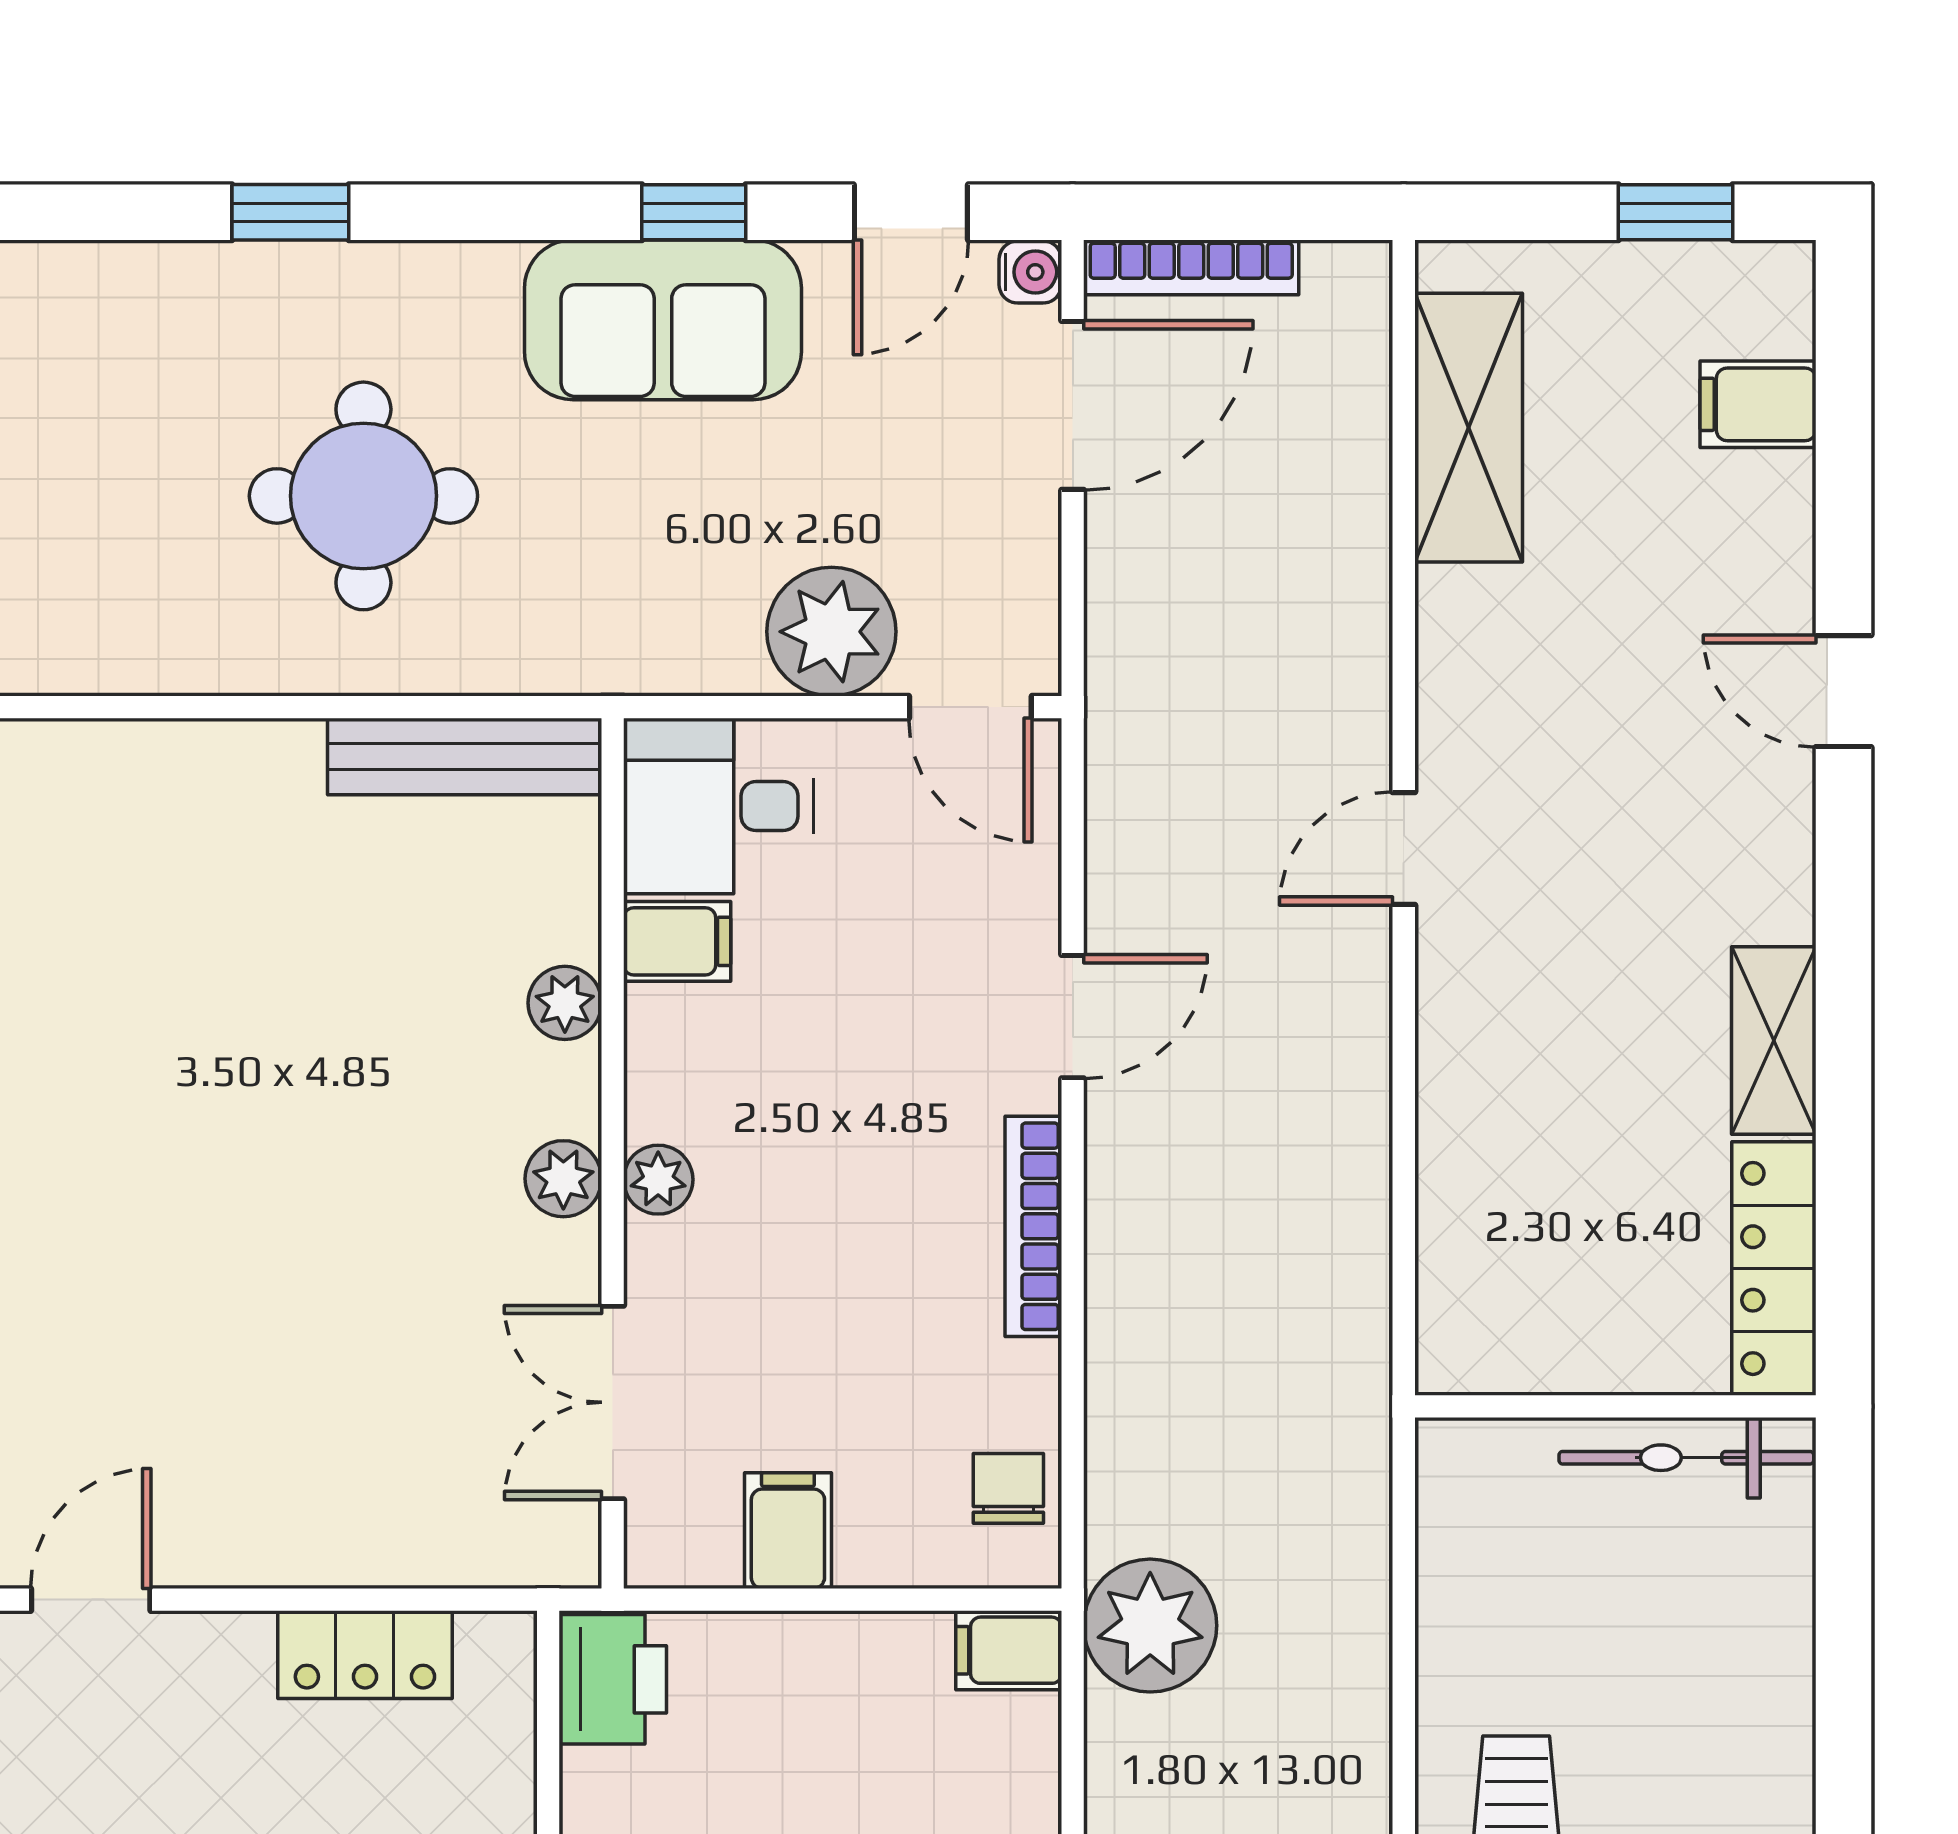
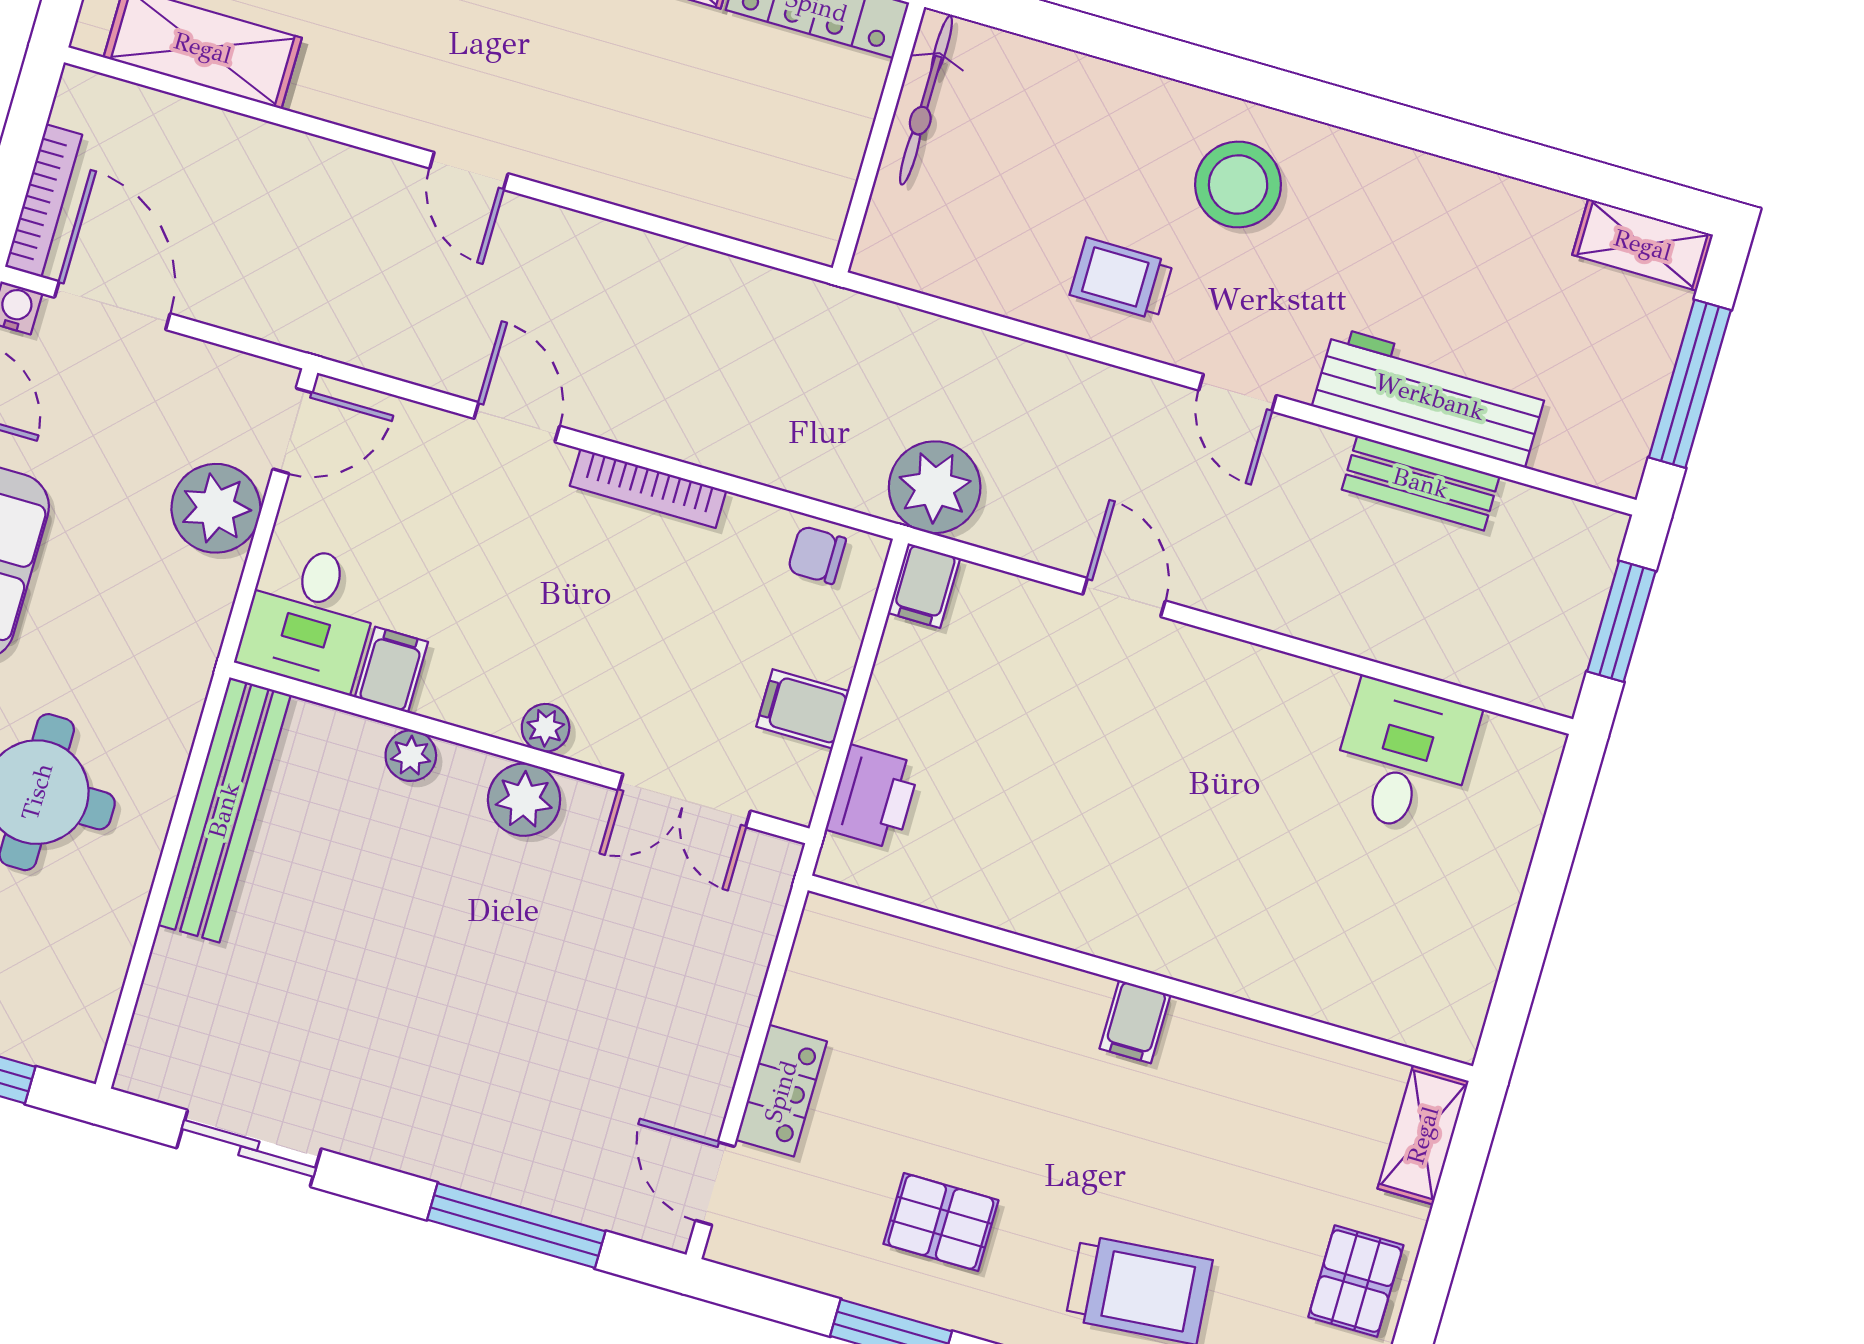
bench: (465, 757) -> (224, 810), width x1.37, depth x1.21
plant: (563, 1179) -> (524, 800), width x1.38, depth x1.38
locker: (365, 1655) -> (781, 1091), moved
printer: (613, 1679) -> (873, 797), moved, turned 90

